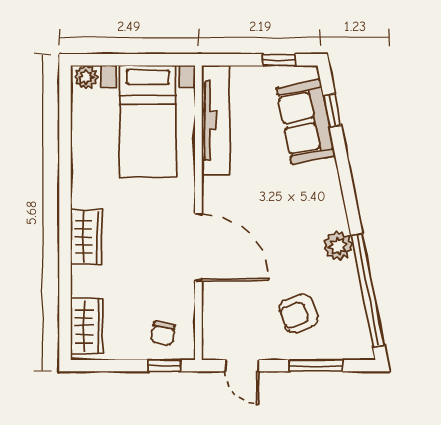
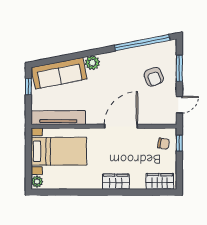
window: (332, 110) -> (53, 60), removed
sofa: (306, 122) -> (59, 73), width x1.36
plant: (338, 246) -> (92, 63), moved

